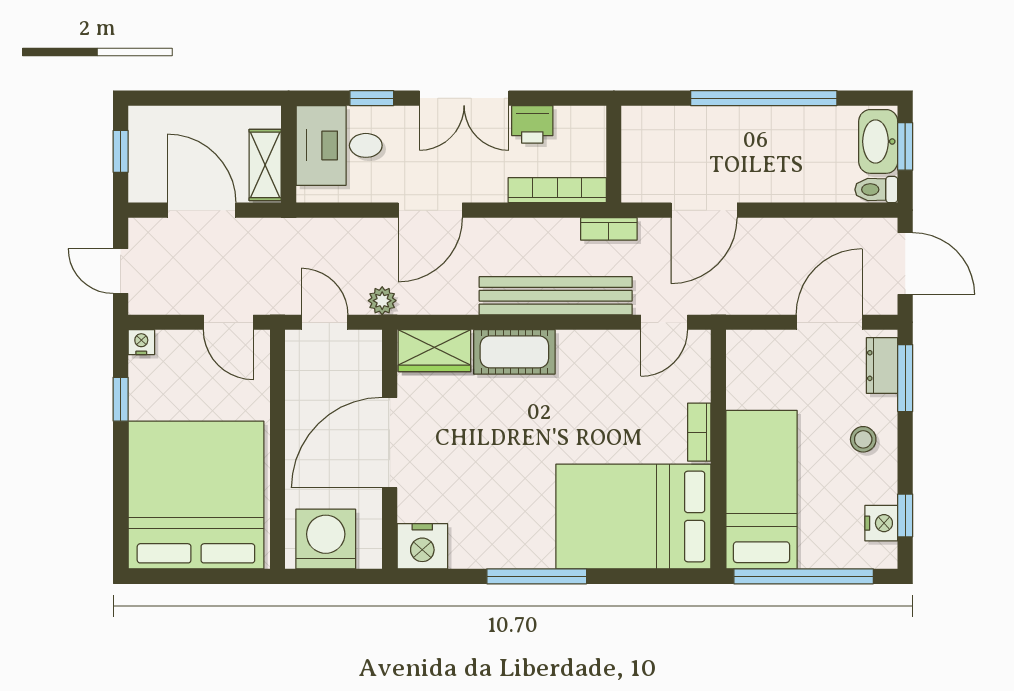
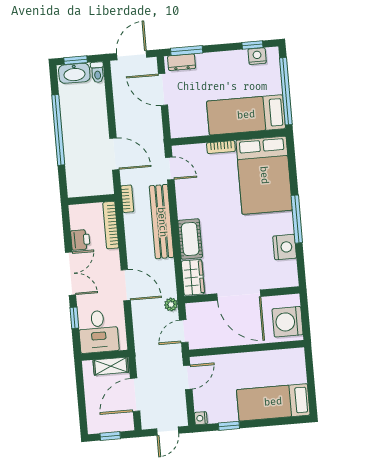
stool: (863, 439) -> (218, 68), removed
bed: (196, 495) -> (273, 402), width x0.49
nightstand: (422, 546) -> (285, 247), moved

